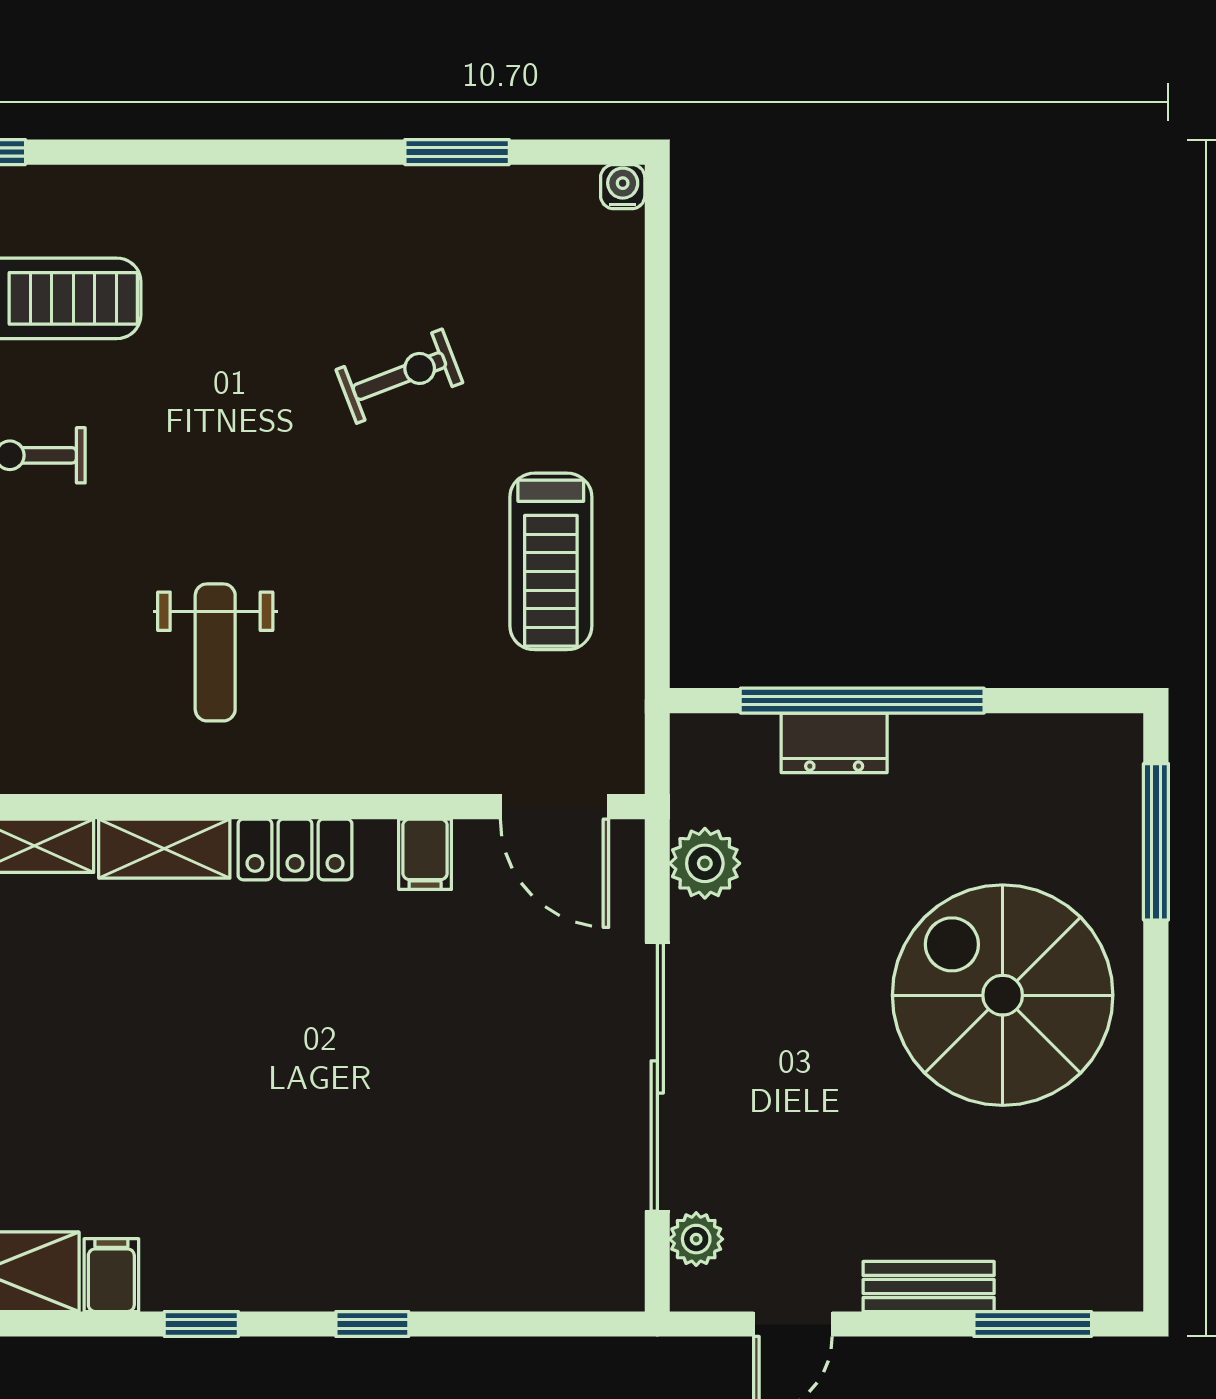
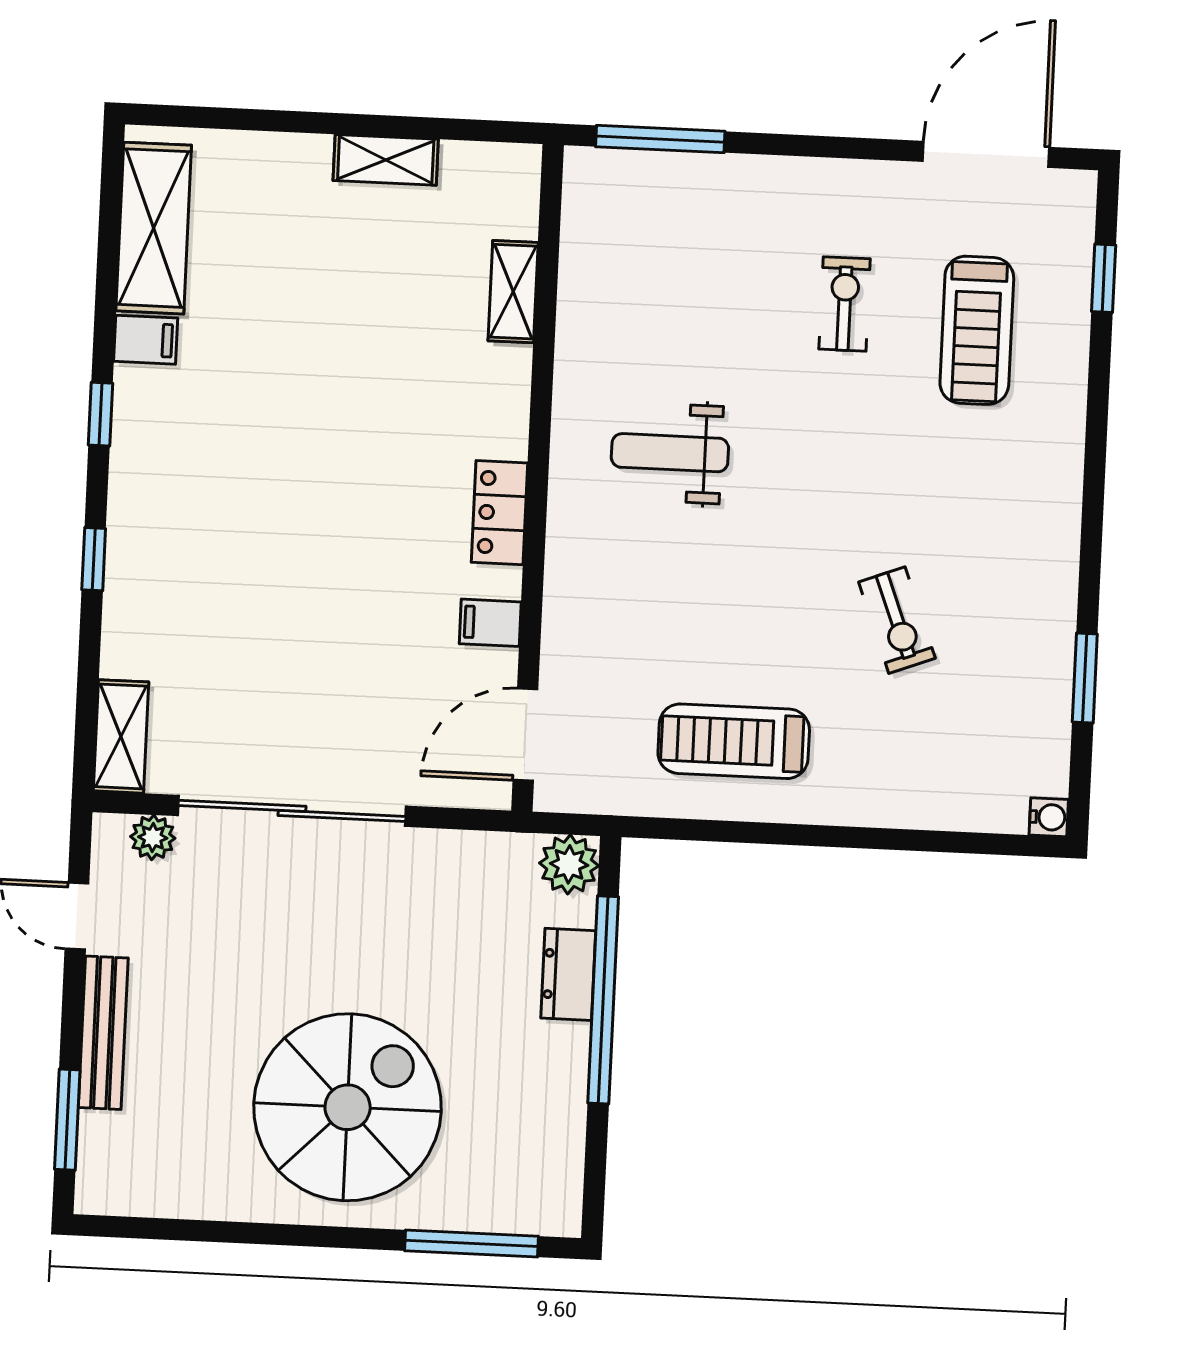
shelving: (164, 849) -> (121, 736), moved
plant: (705, 863) -> (569, 864), moved
bench: (929, 1287) -> (103, 1033), width x1.36

